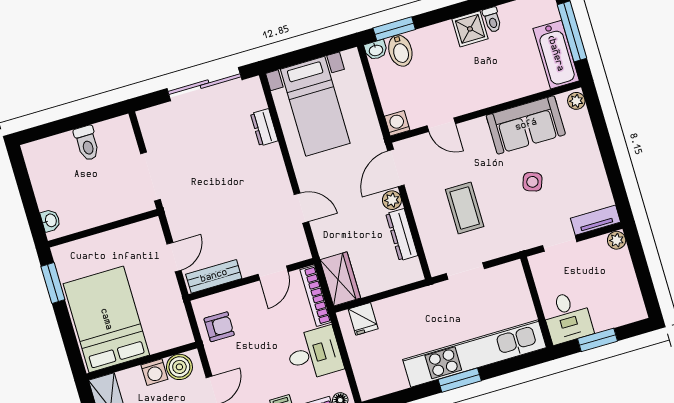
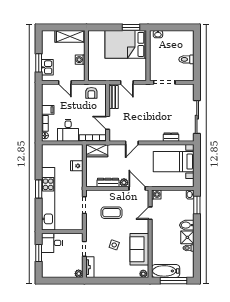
bidet: (400, 51) -> (187, 225), moved
bed: (106, 319) -> (126, 44), moved, turned 180
fridge: (363, 319) -> (77, 166), moved
boiler: (179, 367) -> (79, 71), removed

